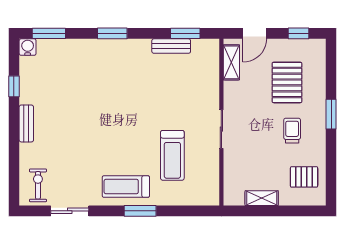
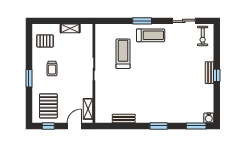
window: (185, 33) -> (115, 126), removed
pallet: (287, 82) -> (48, 106), moved
window: (14, 86) -> (217, 75), moved

